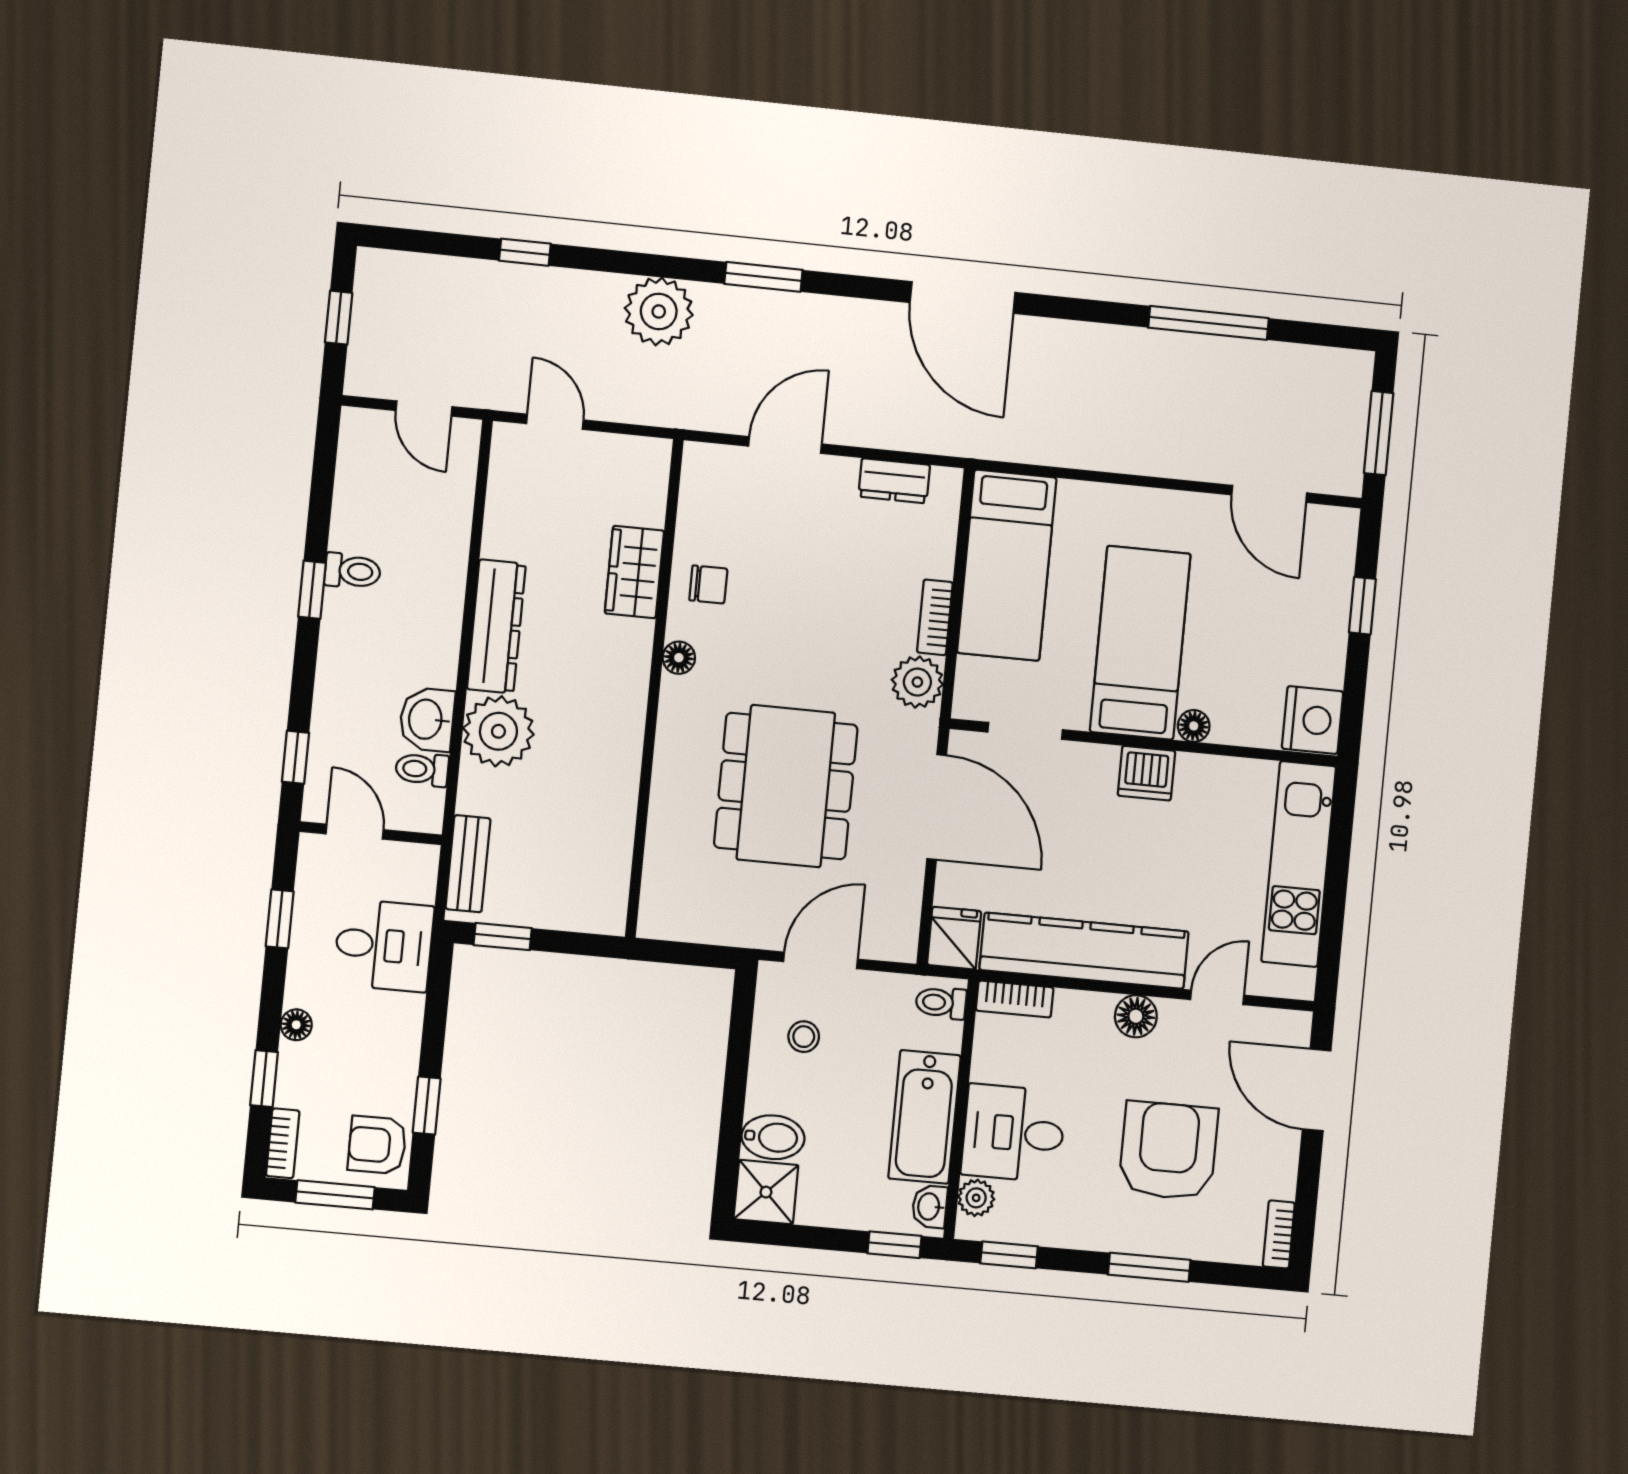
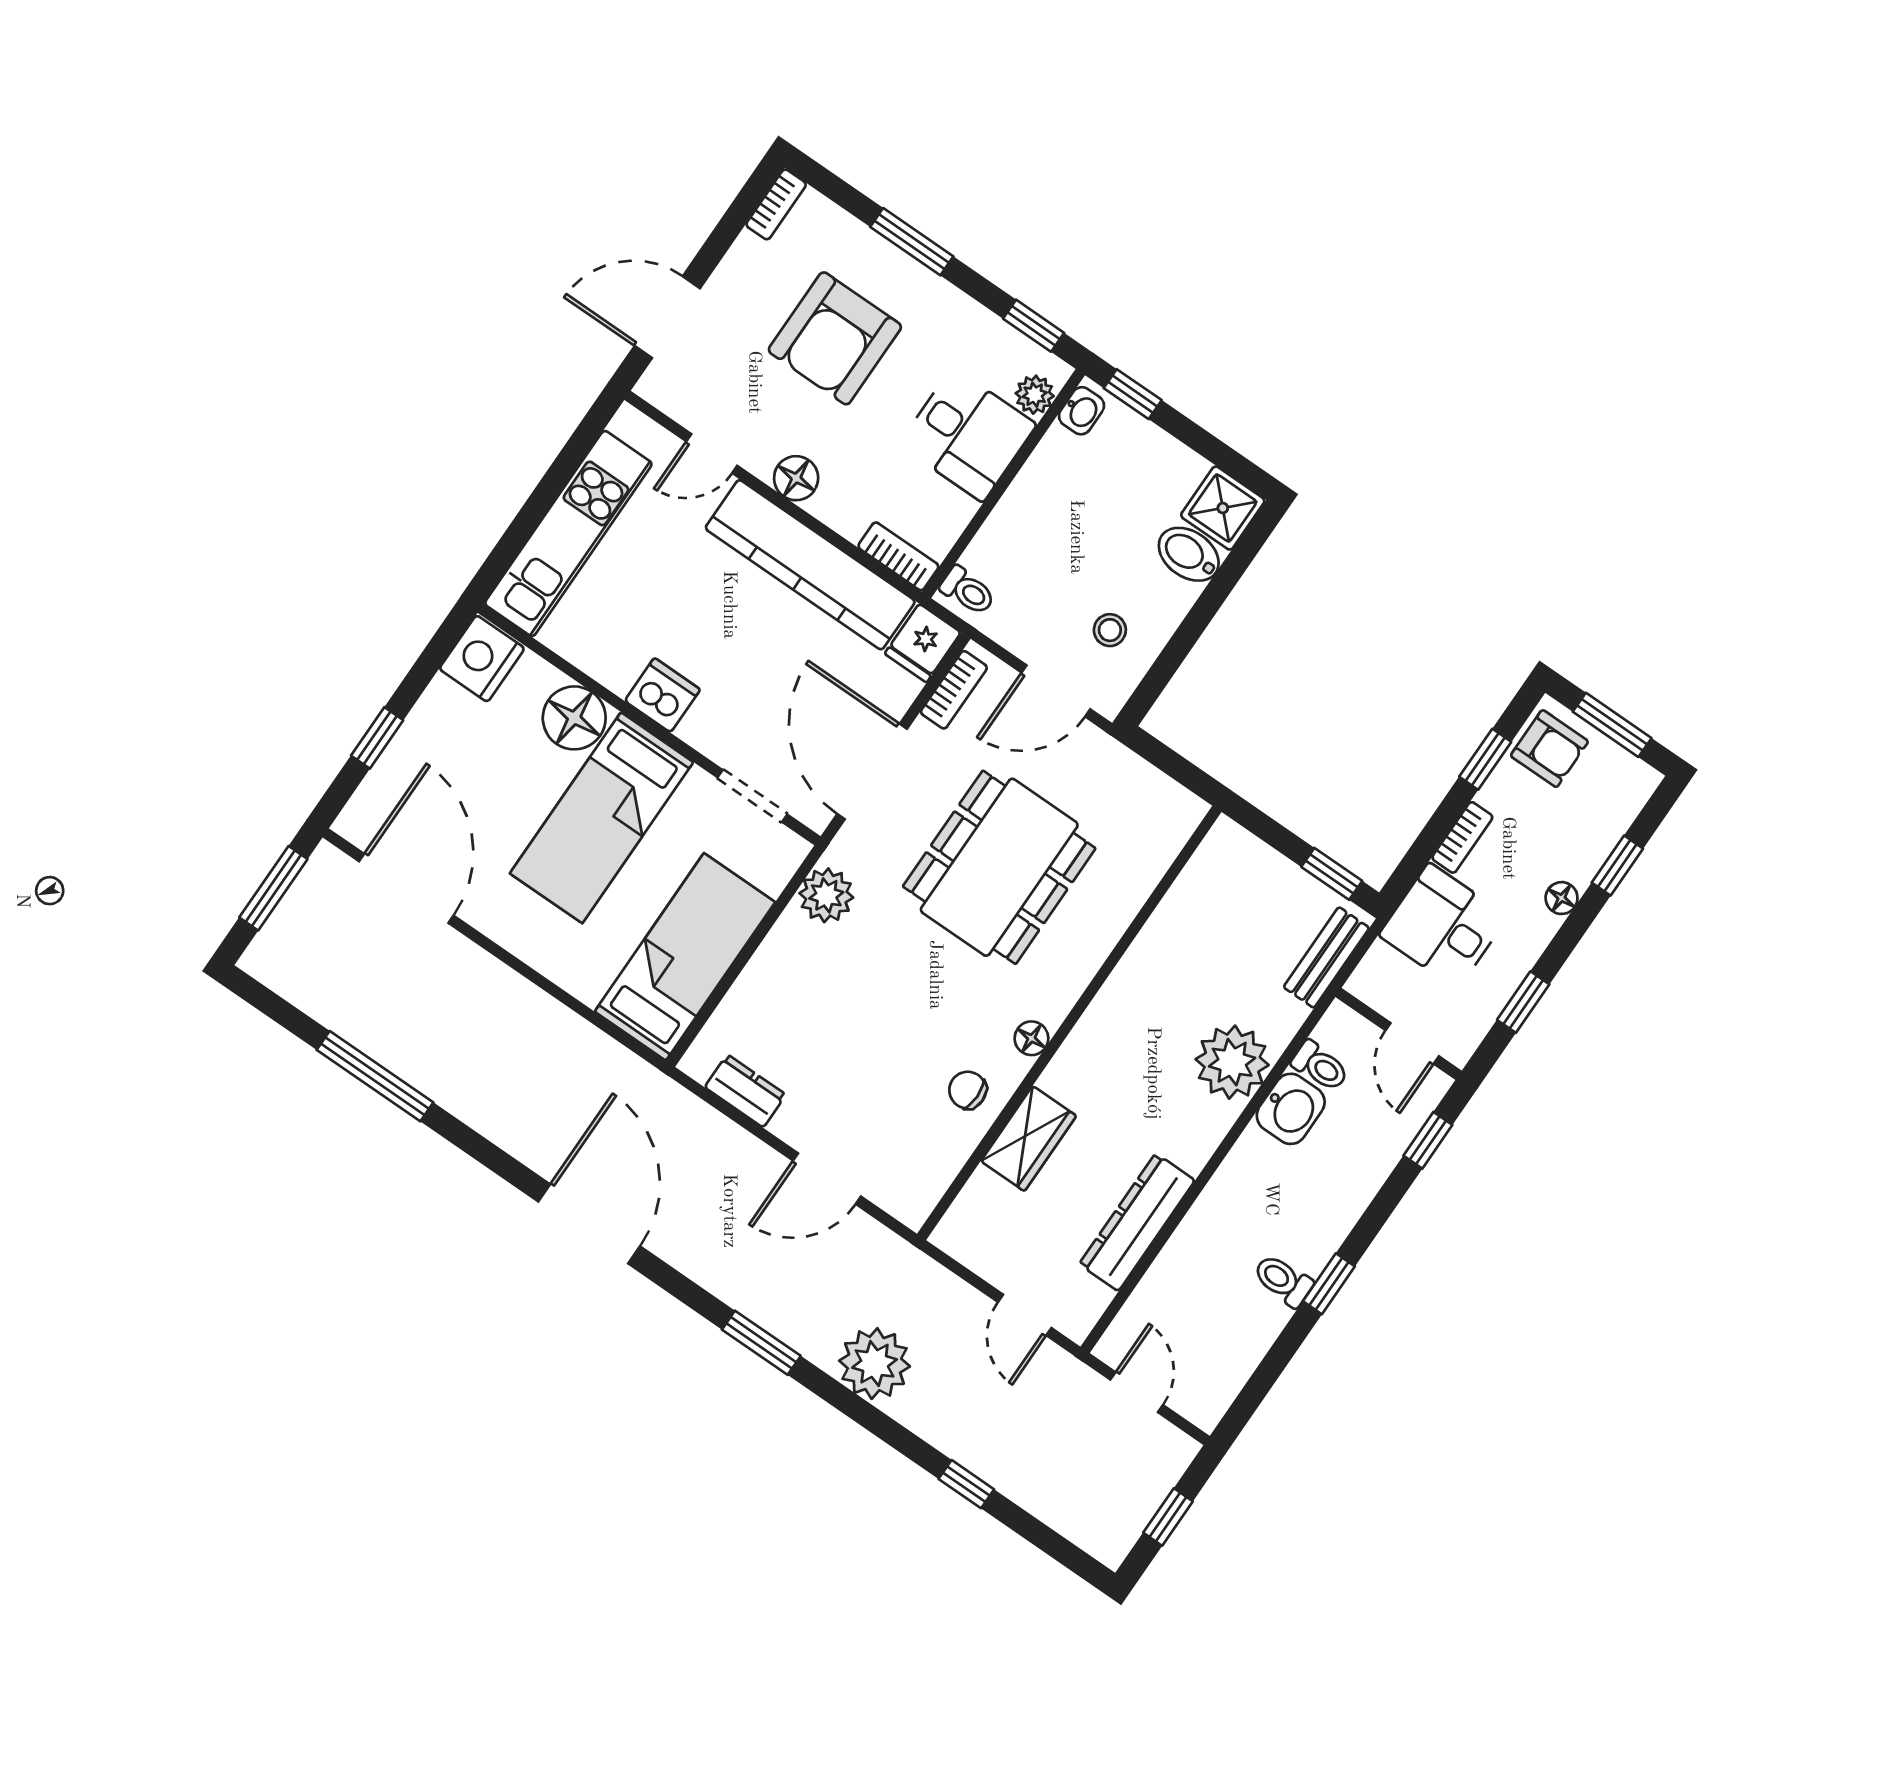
door: (1269, 494) -> (406, 888), width x1.36
bookcase: (935, 617) -> (954, 690), moved
dresser: (496, 626) -> (1137, 1222), moved
floor lamp: (1194, 726) -> (574, 718), width x1.89, depth x1.89
door: (1317, 1090) -> (667, 317), swing flipped
bathtub: (924, 1117) -> (1041, 495), removed
bookcase: (283, 1143) -> (1462, 837), moved, turned 180

